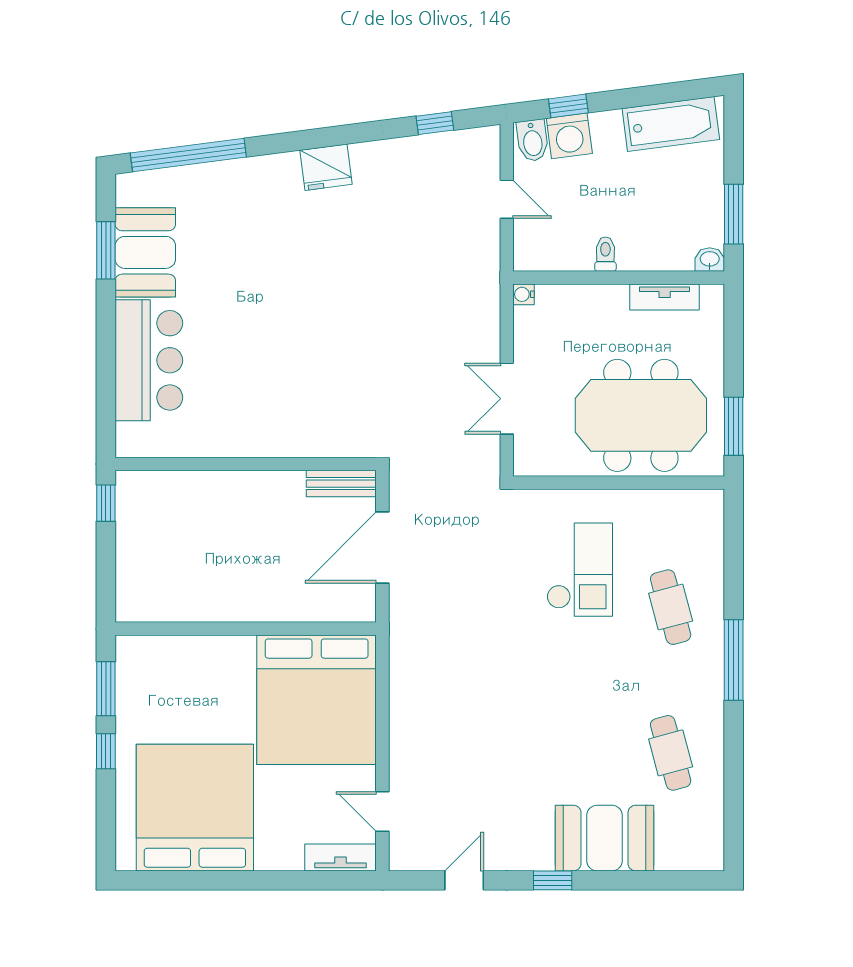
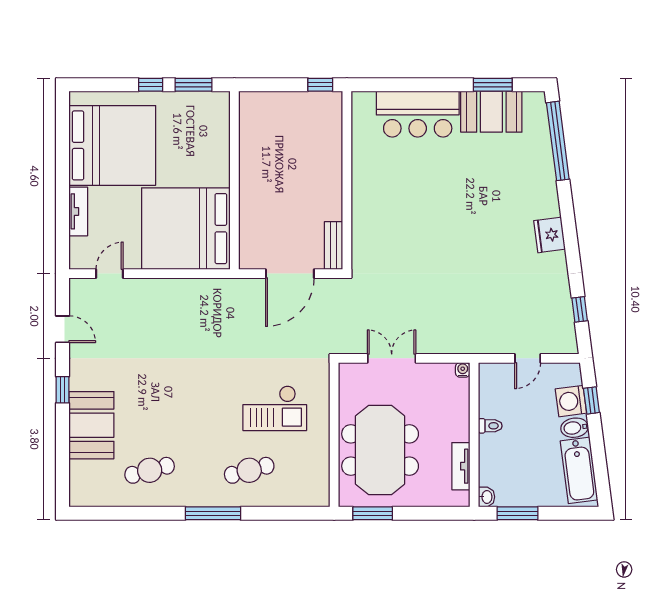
bidet: (532, 140) -> (575, 428), moved
door: (382, 548) -> (290, 274), swing flipped
tv unit: (341, 857) -> (78, 211), moved

